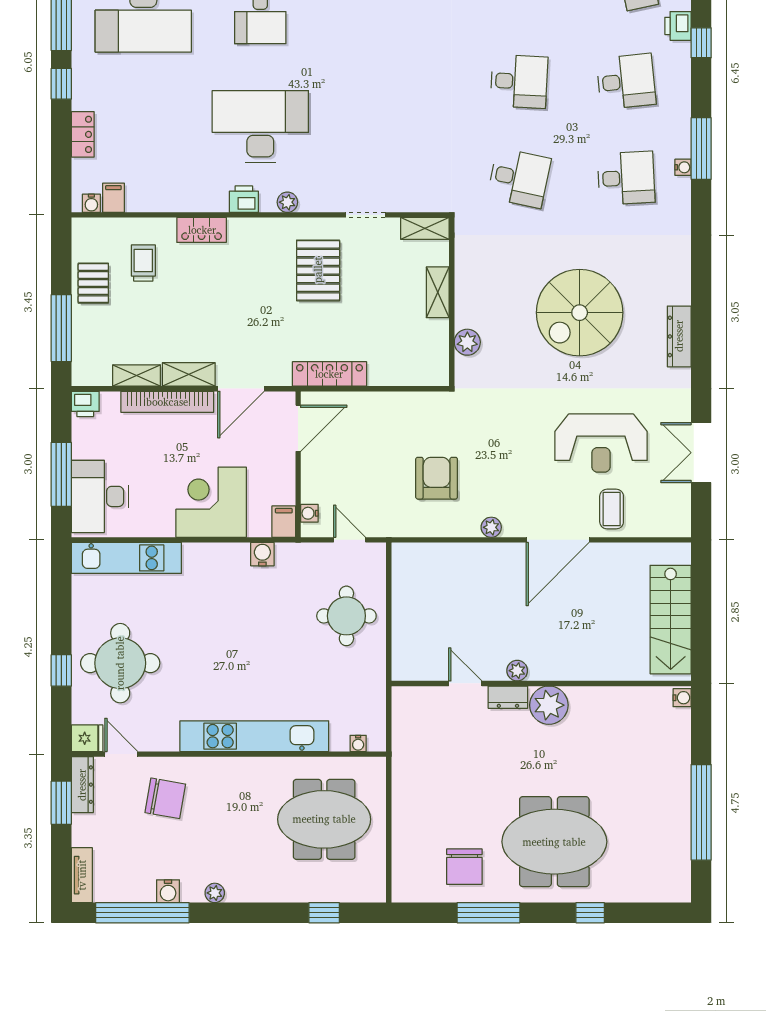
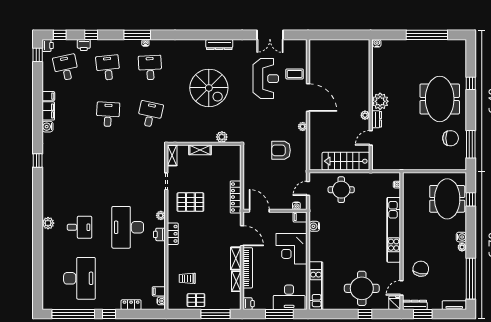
locker: (202, 230) -> (173, 234), moved
stairs: (671, 620) -> (346, 161), moved, turned 180
meeting table: (324, 819) -> (447, 199), moved
water cooler: (168, 891) -> (461, 237), moved
window: (489, 913) -> (471, 144), moved

